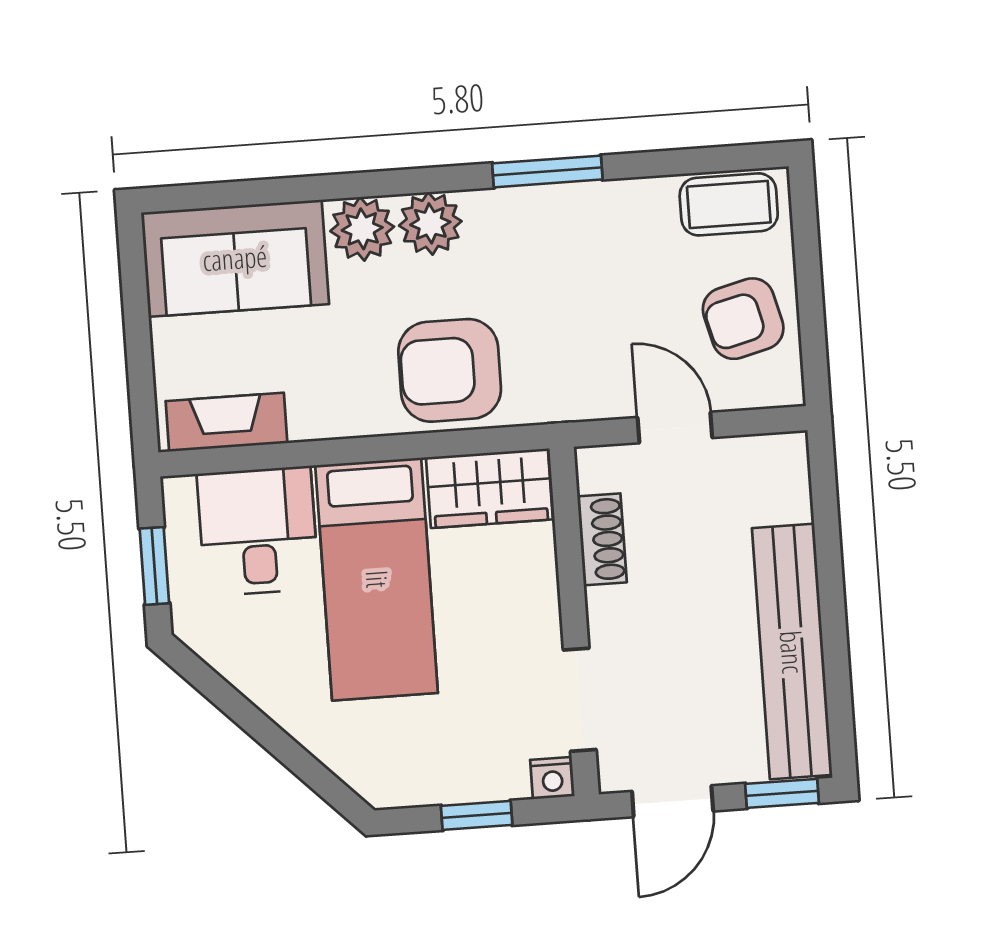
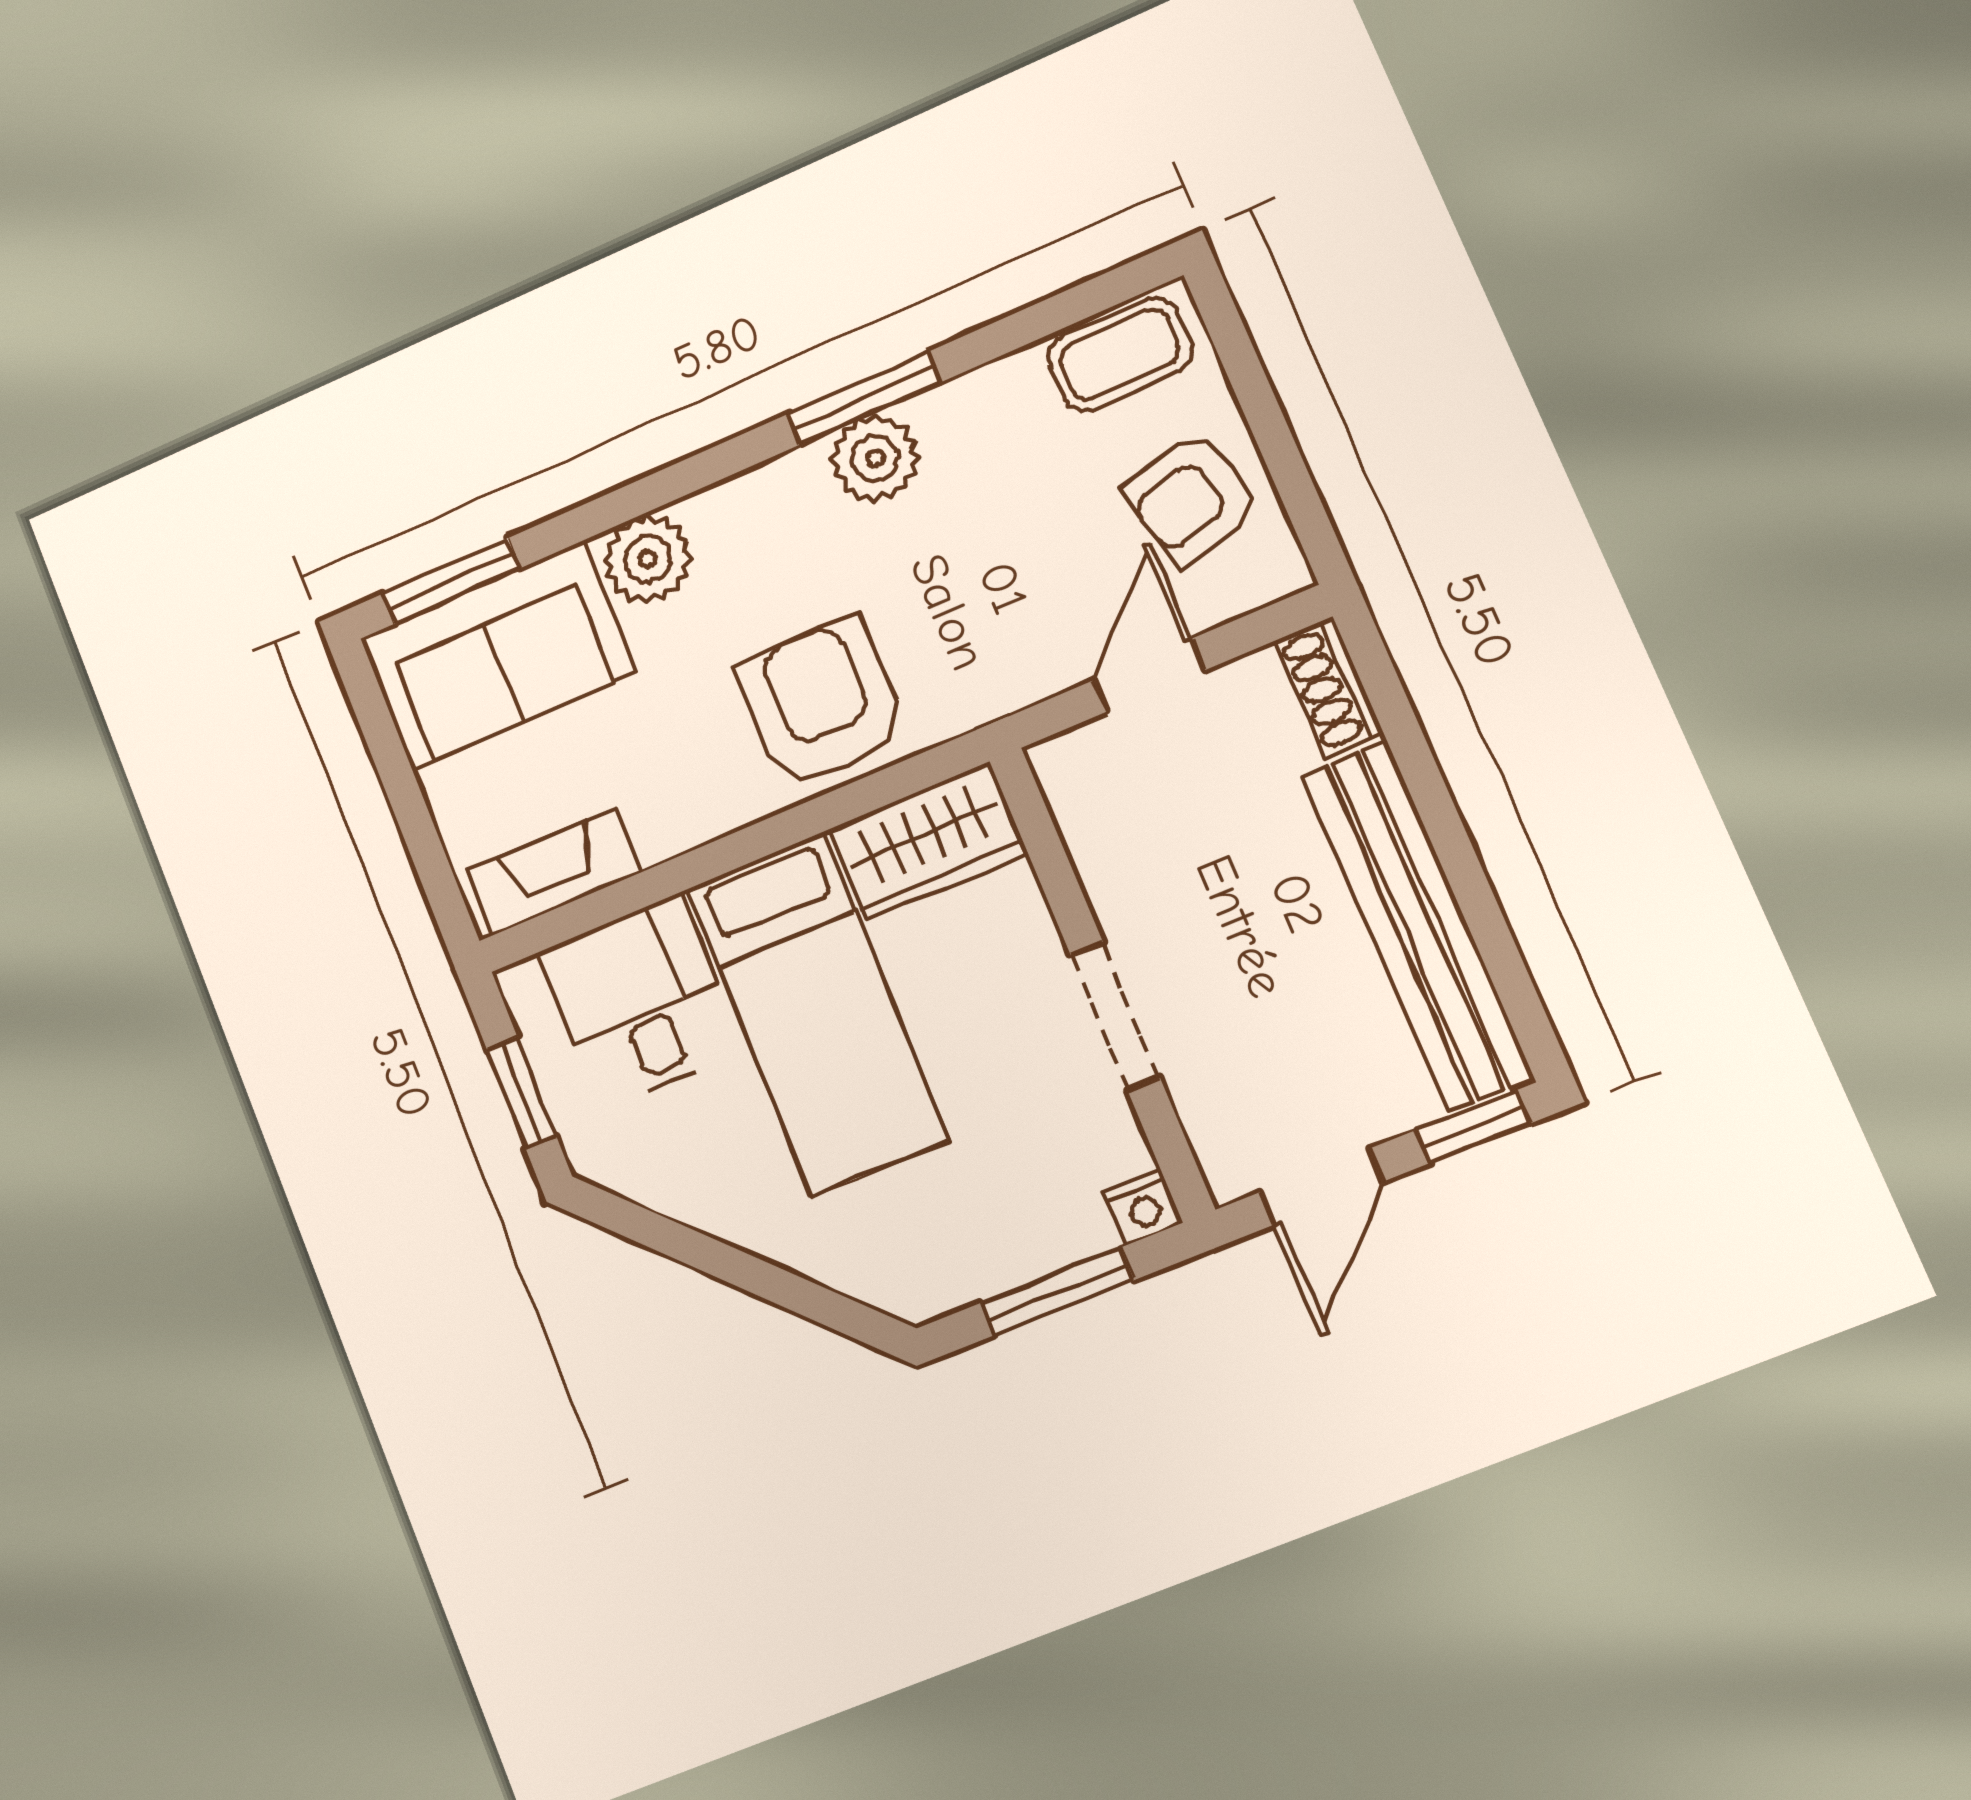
window: (219, 195) -> (451, 581), added
plant: (430, 223) -> (875, 458), moved
armchair: (450, 370) -> (822, 704), turned 90
door: (675, 427) -> (1149, 675), hinge flipped
shoe rack: (602, 539) -> (1329, 687), moved, turned 180
doorway: (580, 700) -> (1115, 1016), moved
window: (477, 815) -> (1057, 1292), width x1.50

